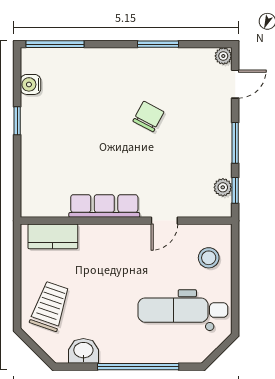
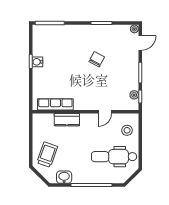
water cooler: (31, 84) -> (37, 62), moved
row of seats: (104, 206) -> (55, 104), moved
kitchen counter: (53, 236) -> (67, 120), moved

